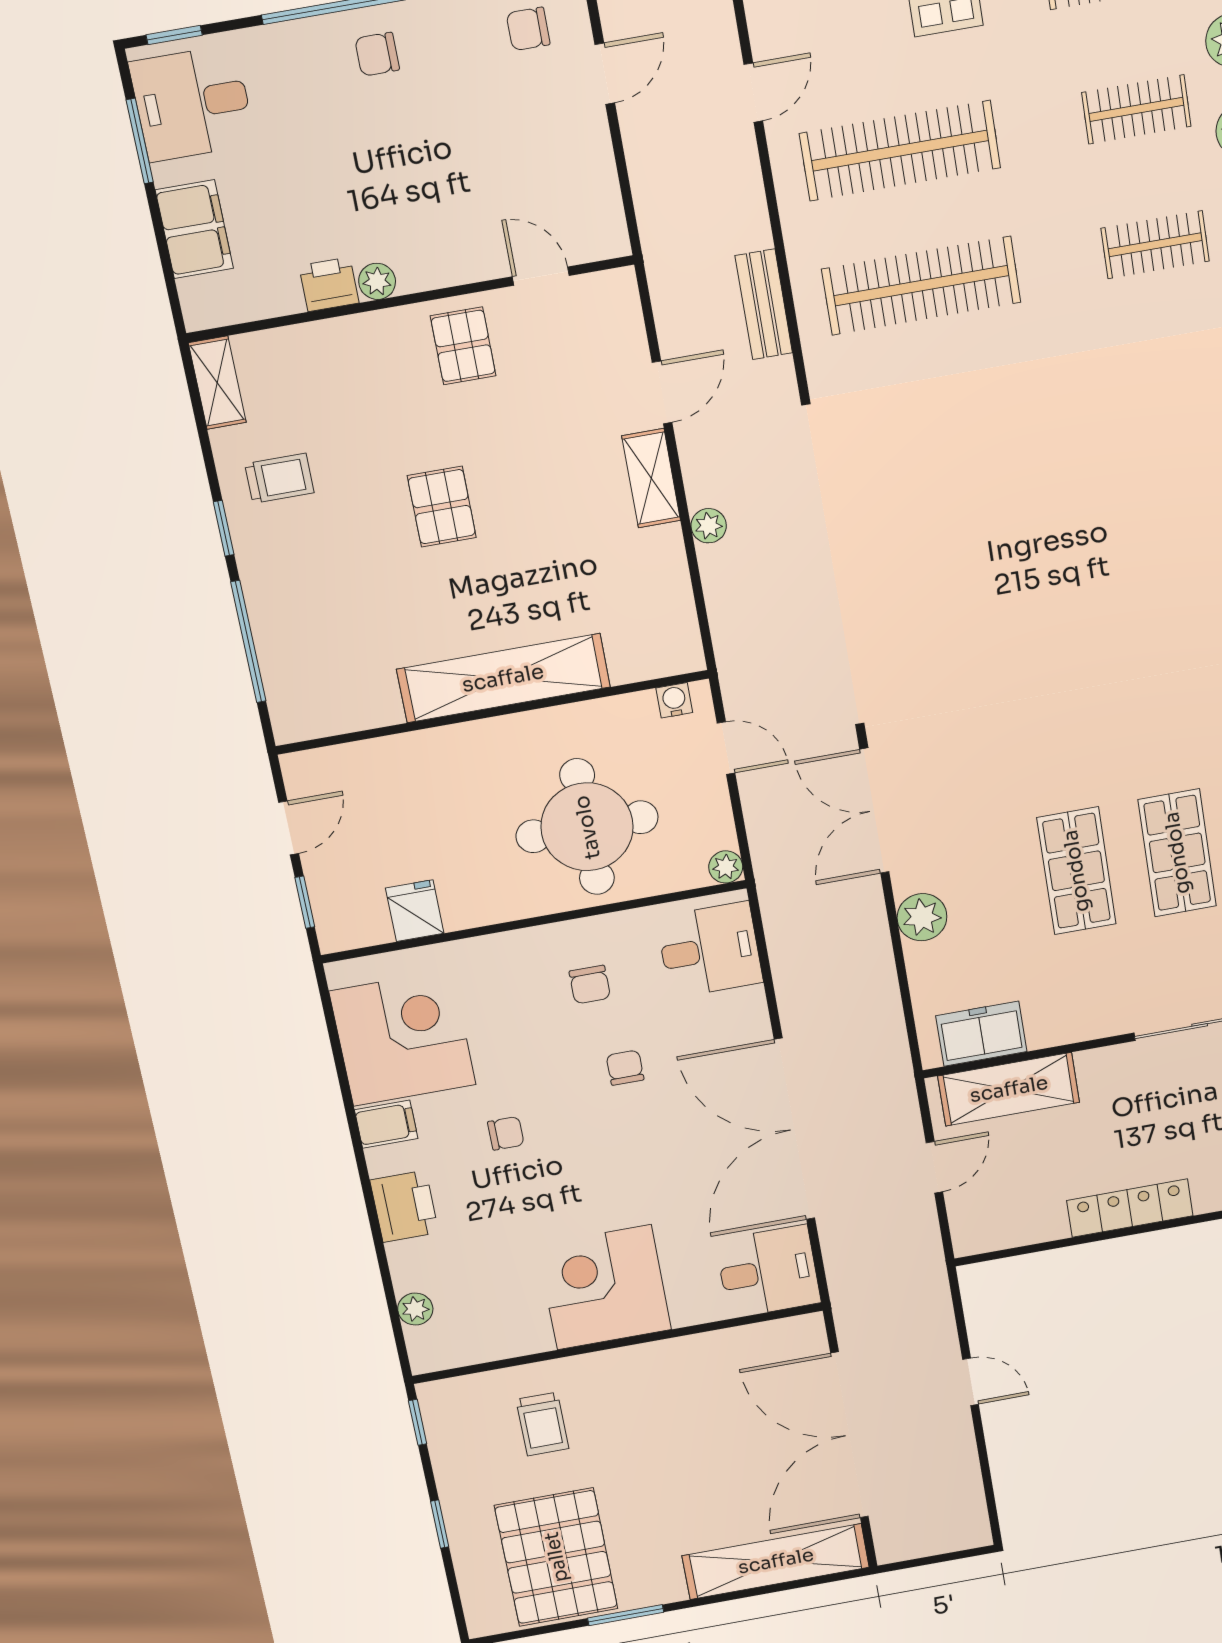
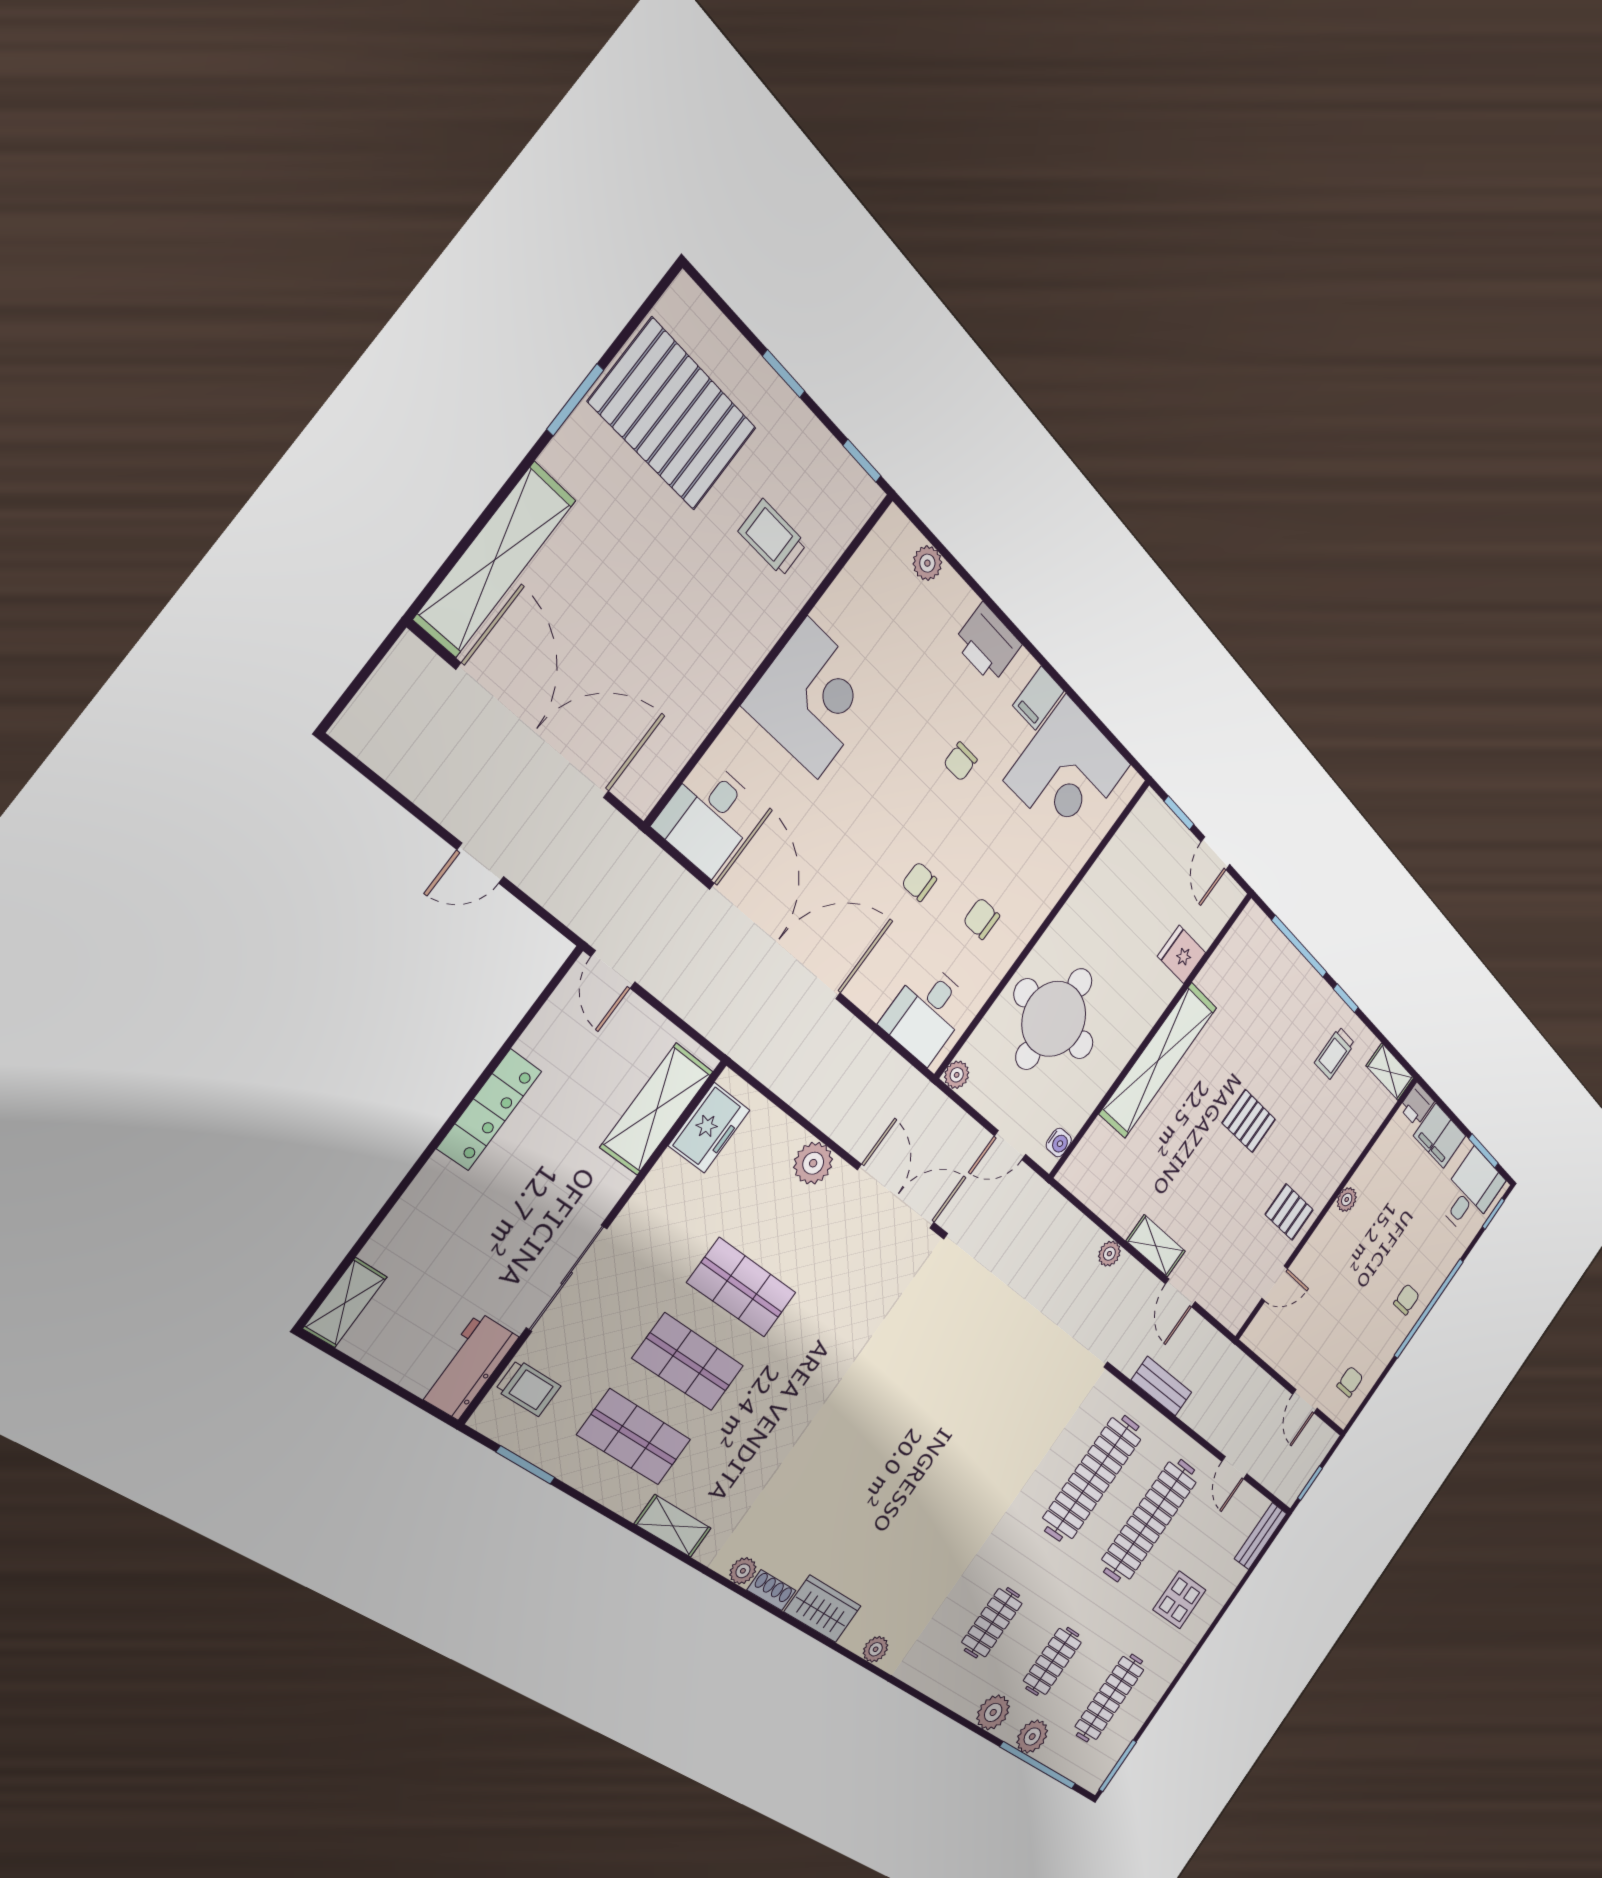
printer: (329, 284) -> (1417, 1105), moved, turned 90
fridge: (415, 911) -> (1182, 954), moved, turned 180
chair: (625, 1068) -> (919, 882), turned 180
door: (934, 1167) -> (613, 969), moved

